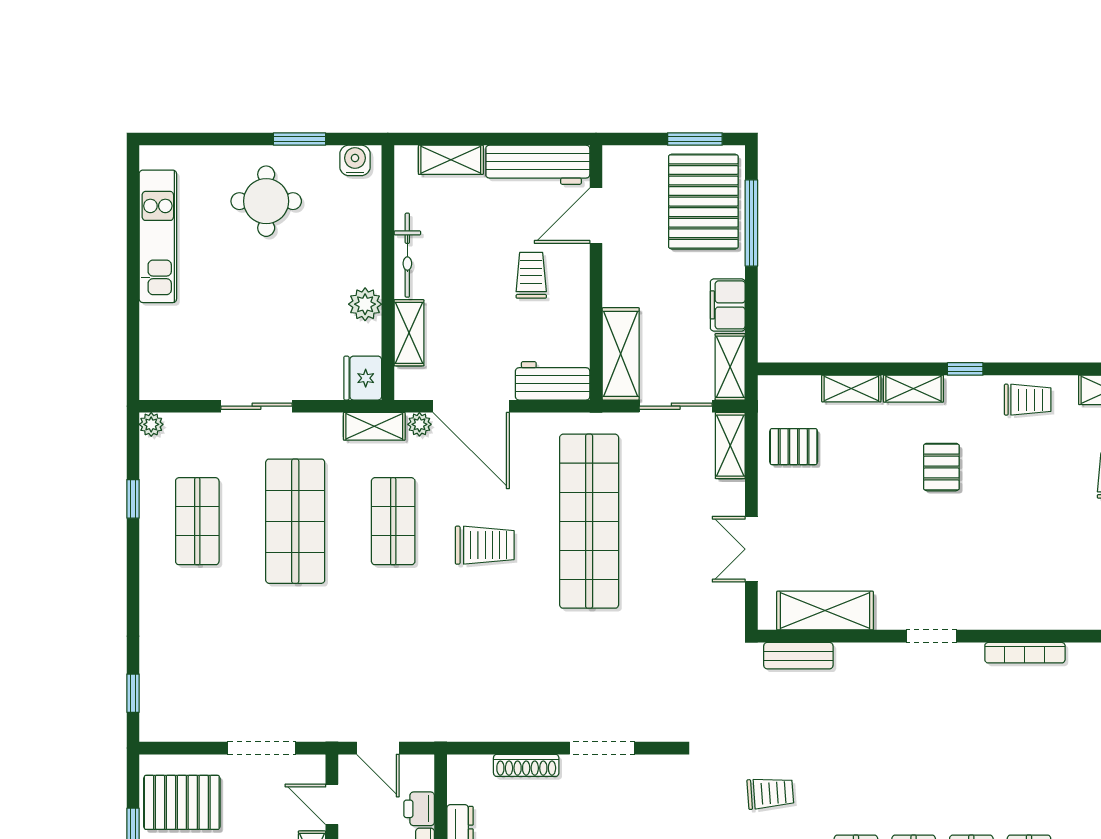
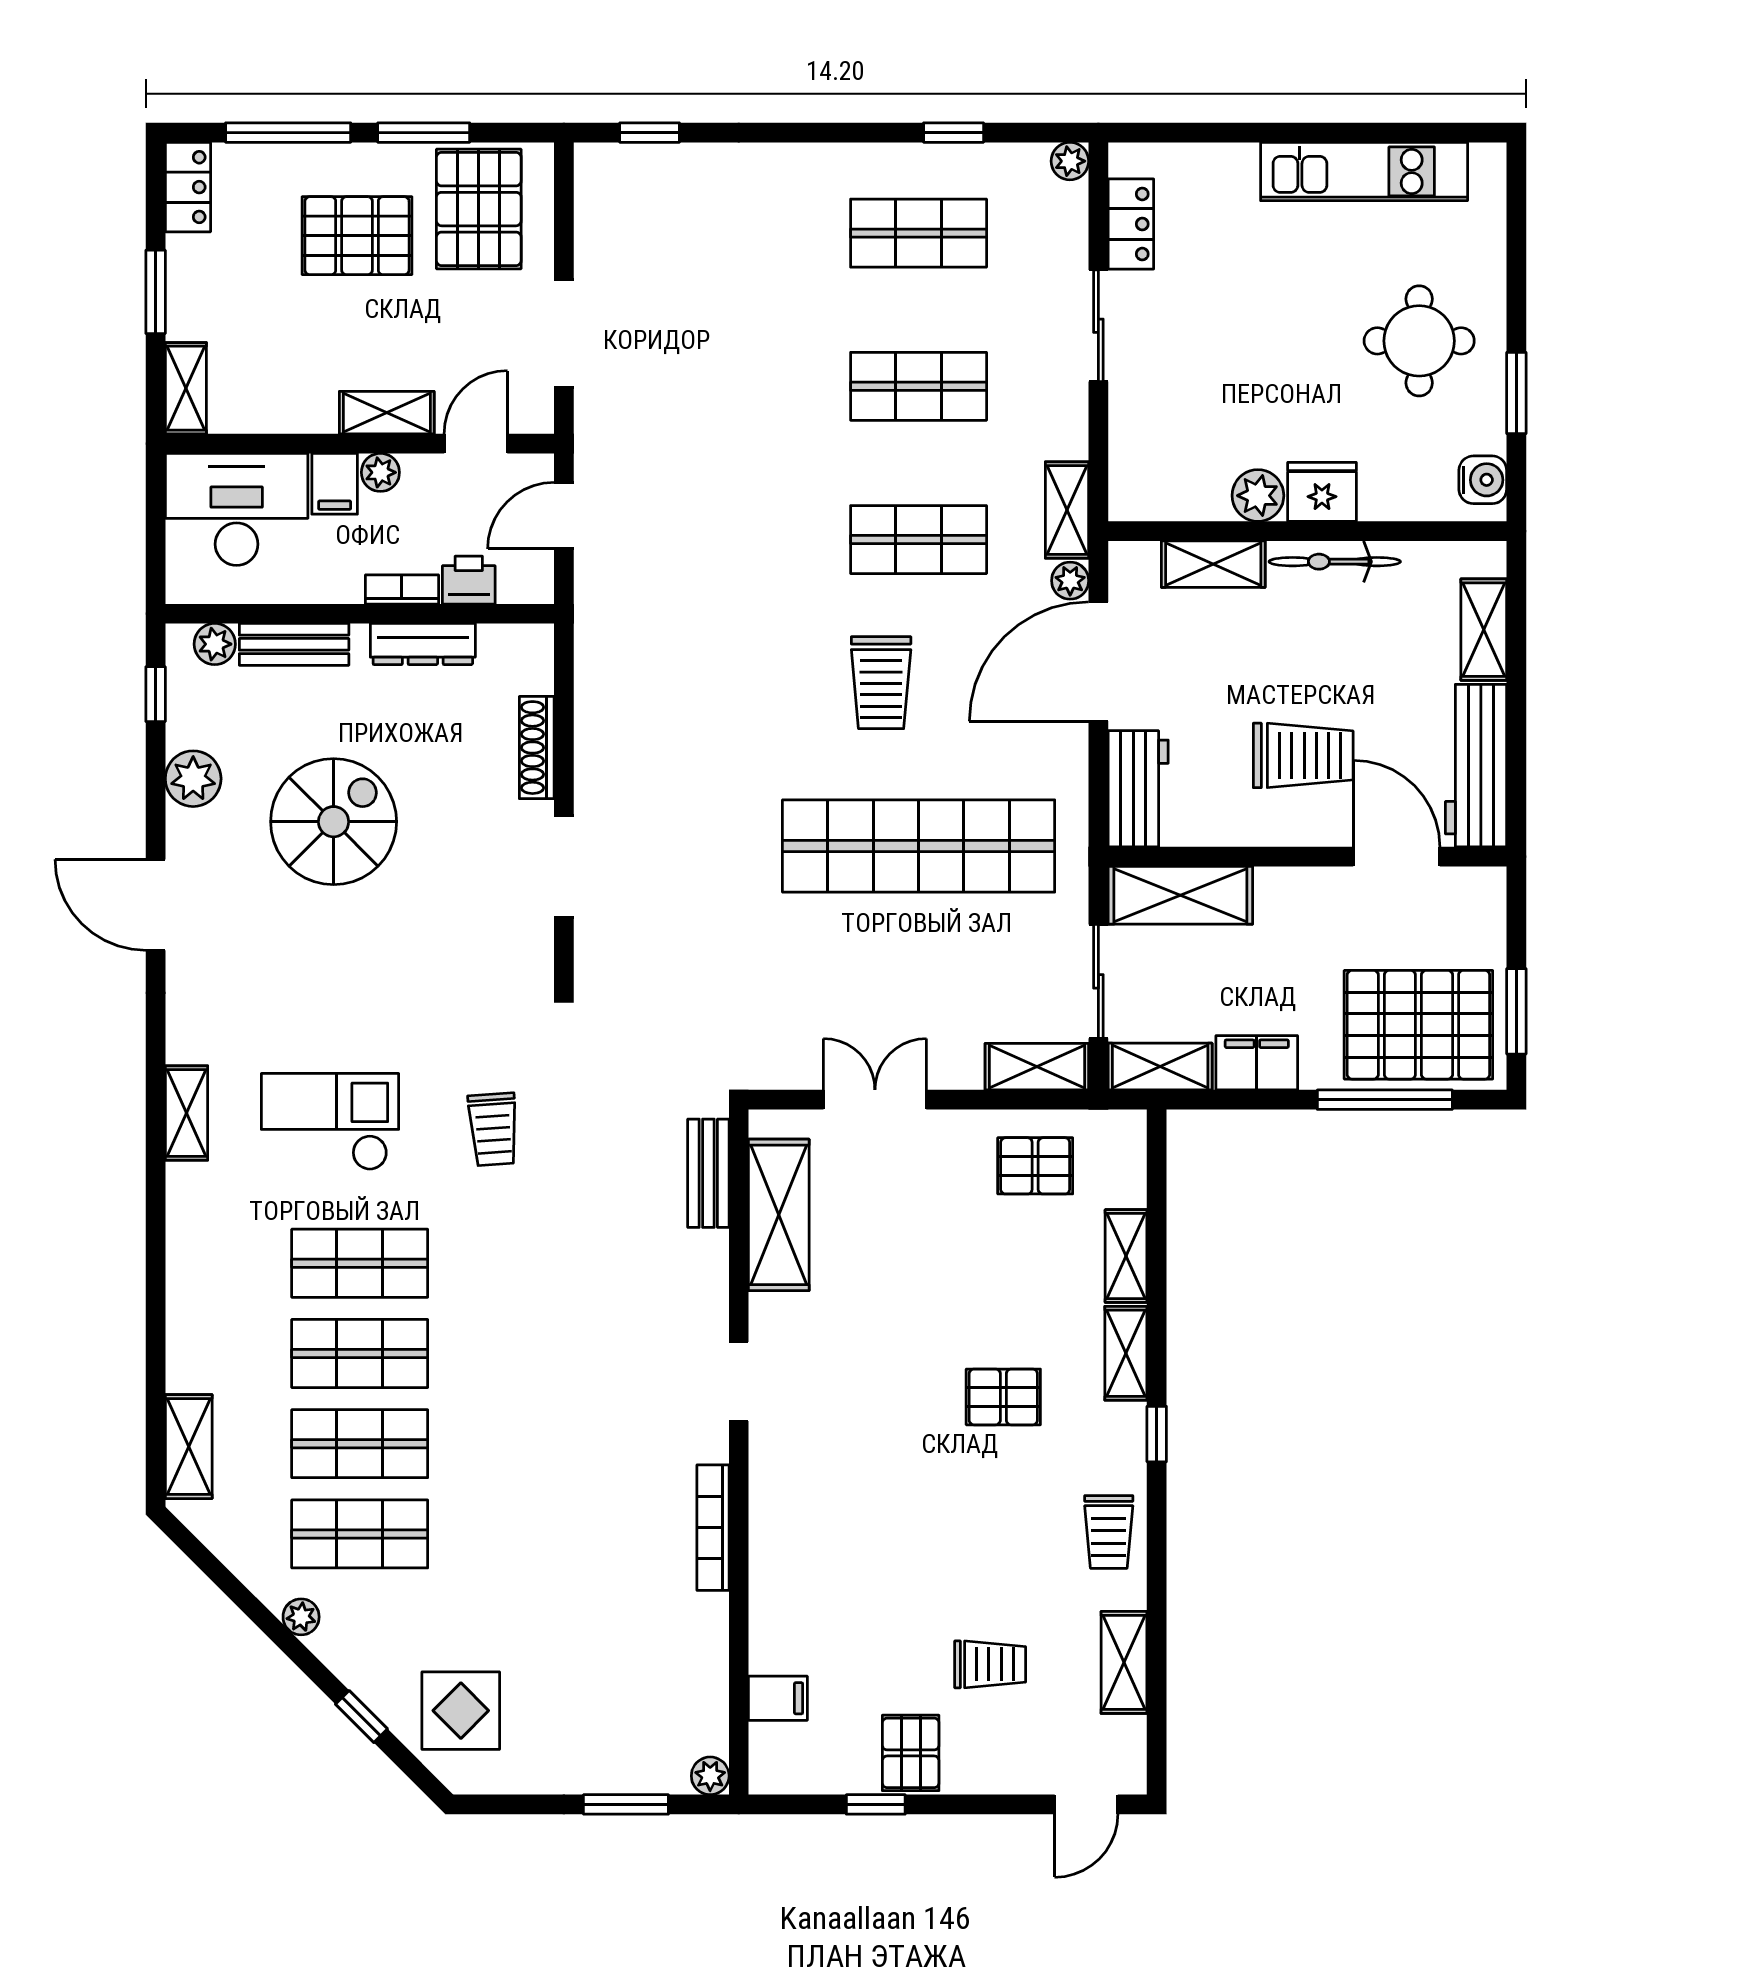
trolley: (531, 275) -> (1303, 755), width x1.36, depth x1.39
fridge: (363, 378) -> (1322, 492), moved
locker: (191, 385) -> (1131, 224), added
pallet: (794, 447) -> (1035, 1166), turned 90
shop shelf: (295, 521) -> (919, 386), width x0.70, depth x0.74

